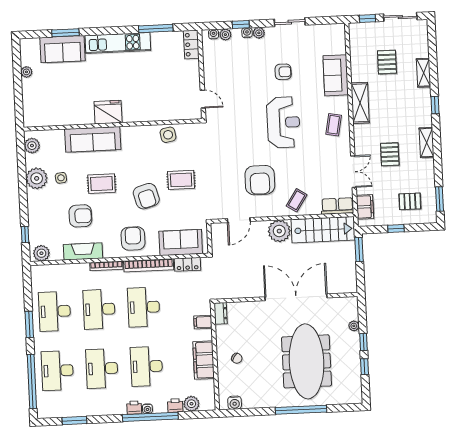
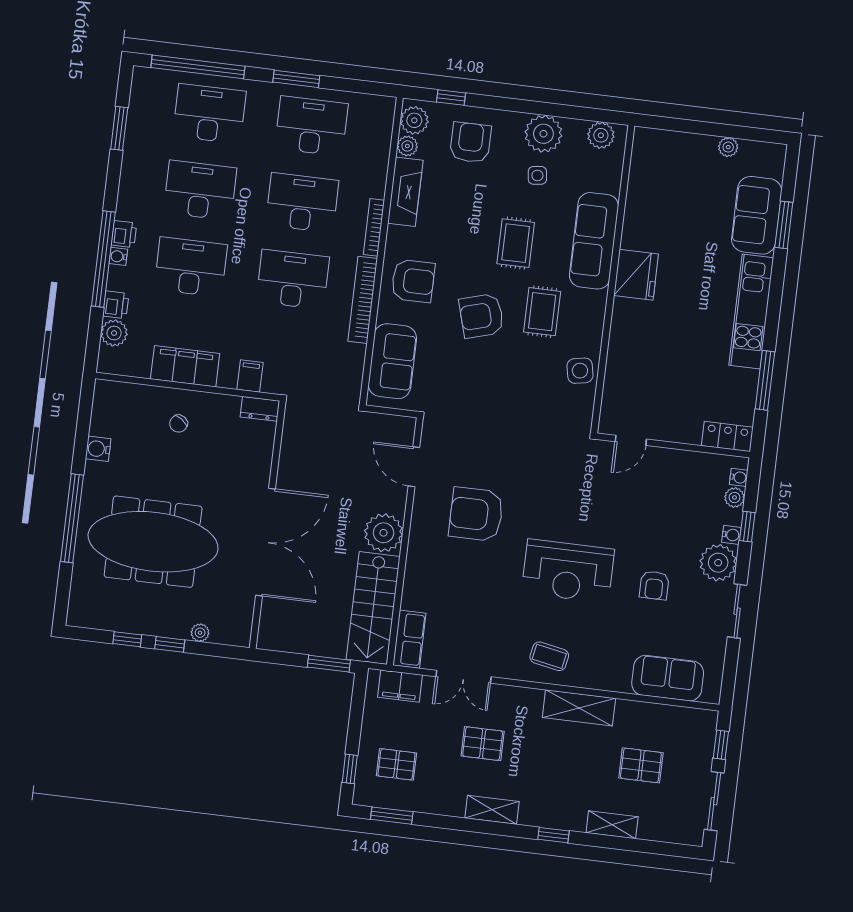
plant: (259, 33) -> (718, 563), width x1.88, depth x1.88
sofa: (336, 75) -> (668, 678), moved
rug: (181, 180) -> (542, 312), moved
coffee table: (297, 200) -> (431, 571), removed
pallet: (410, 201) -> (396, 764), turned 90
armchair: (80, 216) -> (470, 142), moved, turned 180
window: (396, 228) -> (350, 769), moved
plant: (57, 255) -> (407, 146), added
locker: (187, 264) -> (353, 366), removed
water cooler: (235, 403) -> (98, 449), moved

